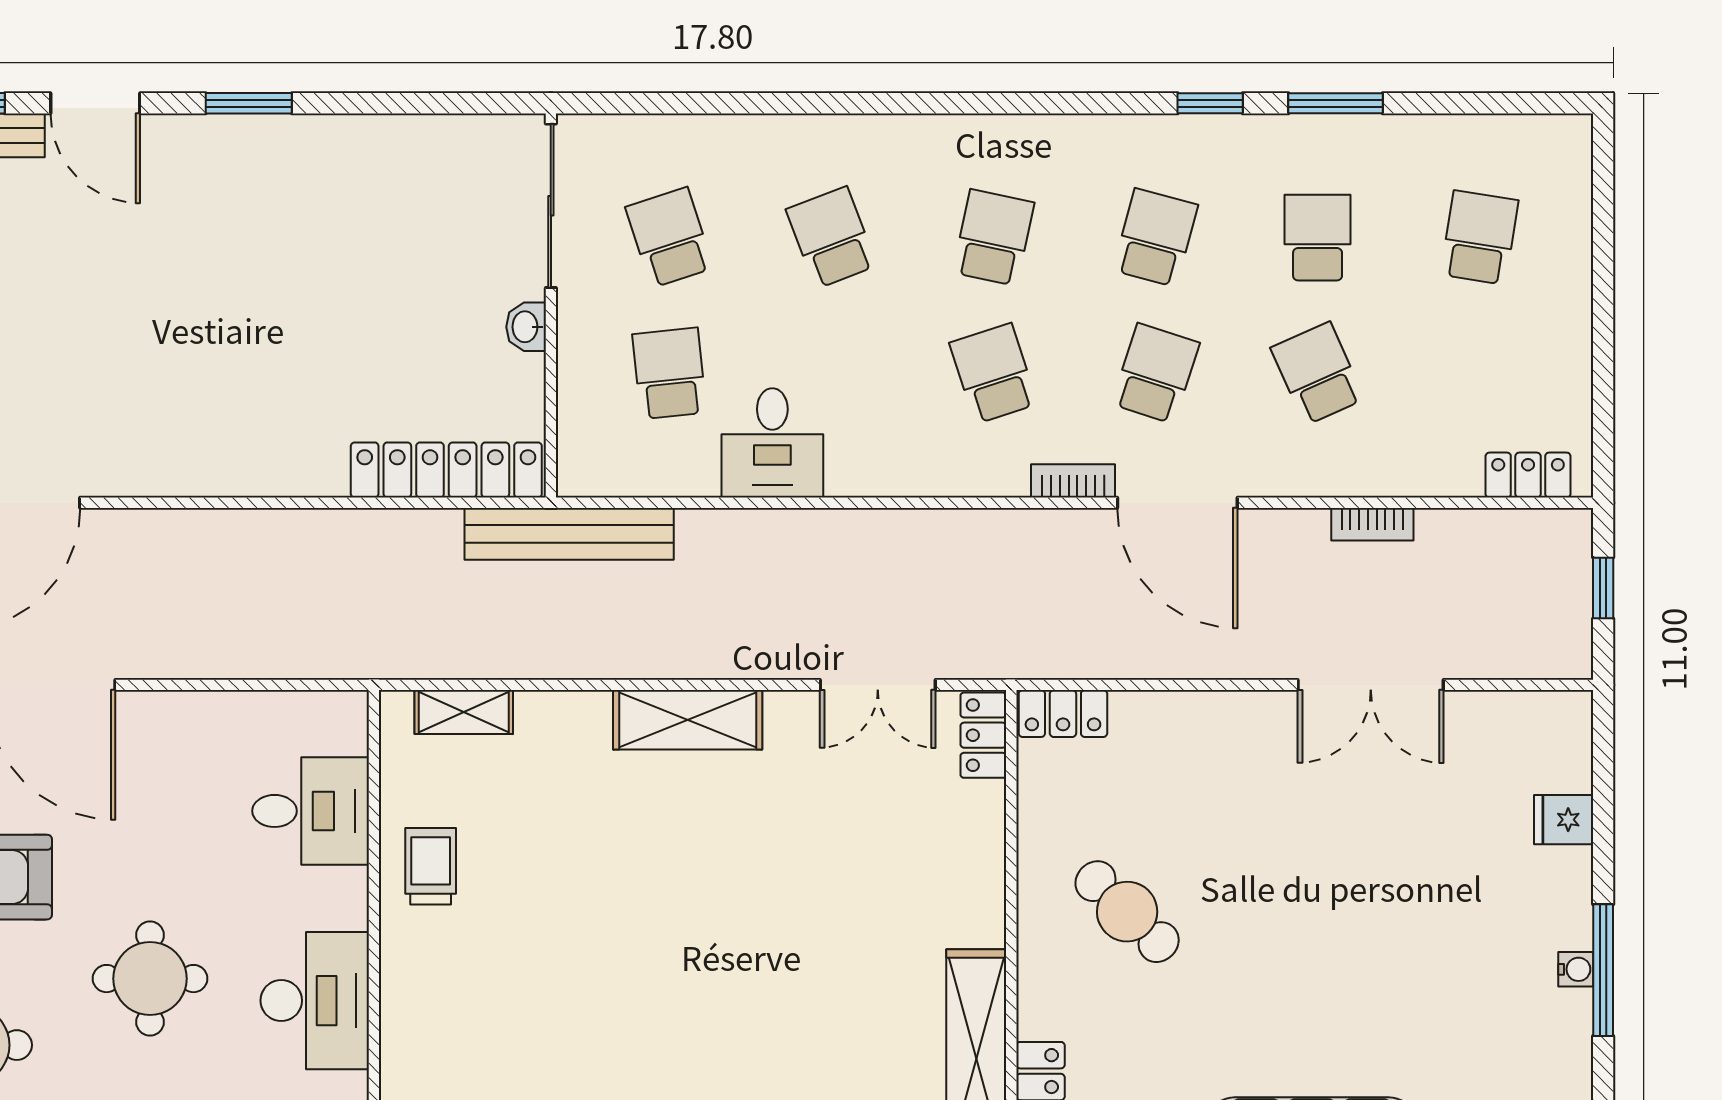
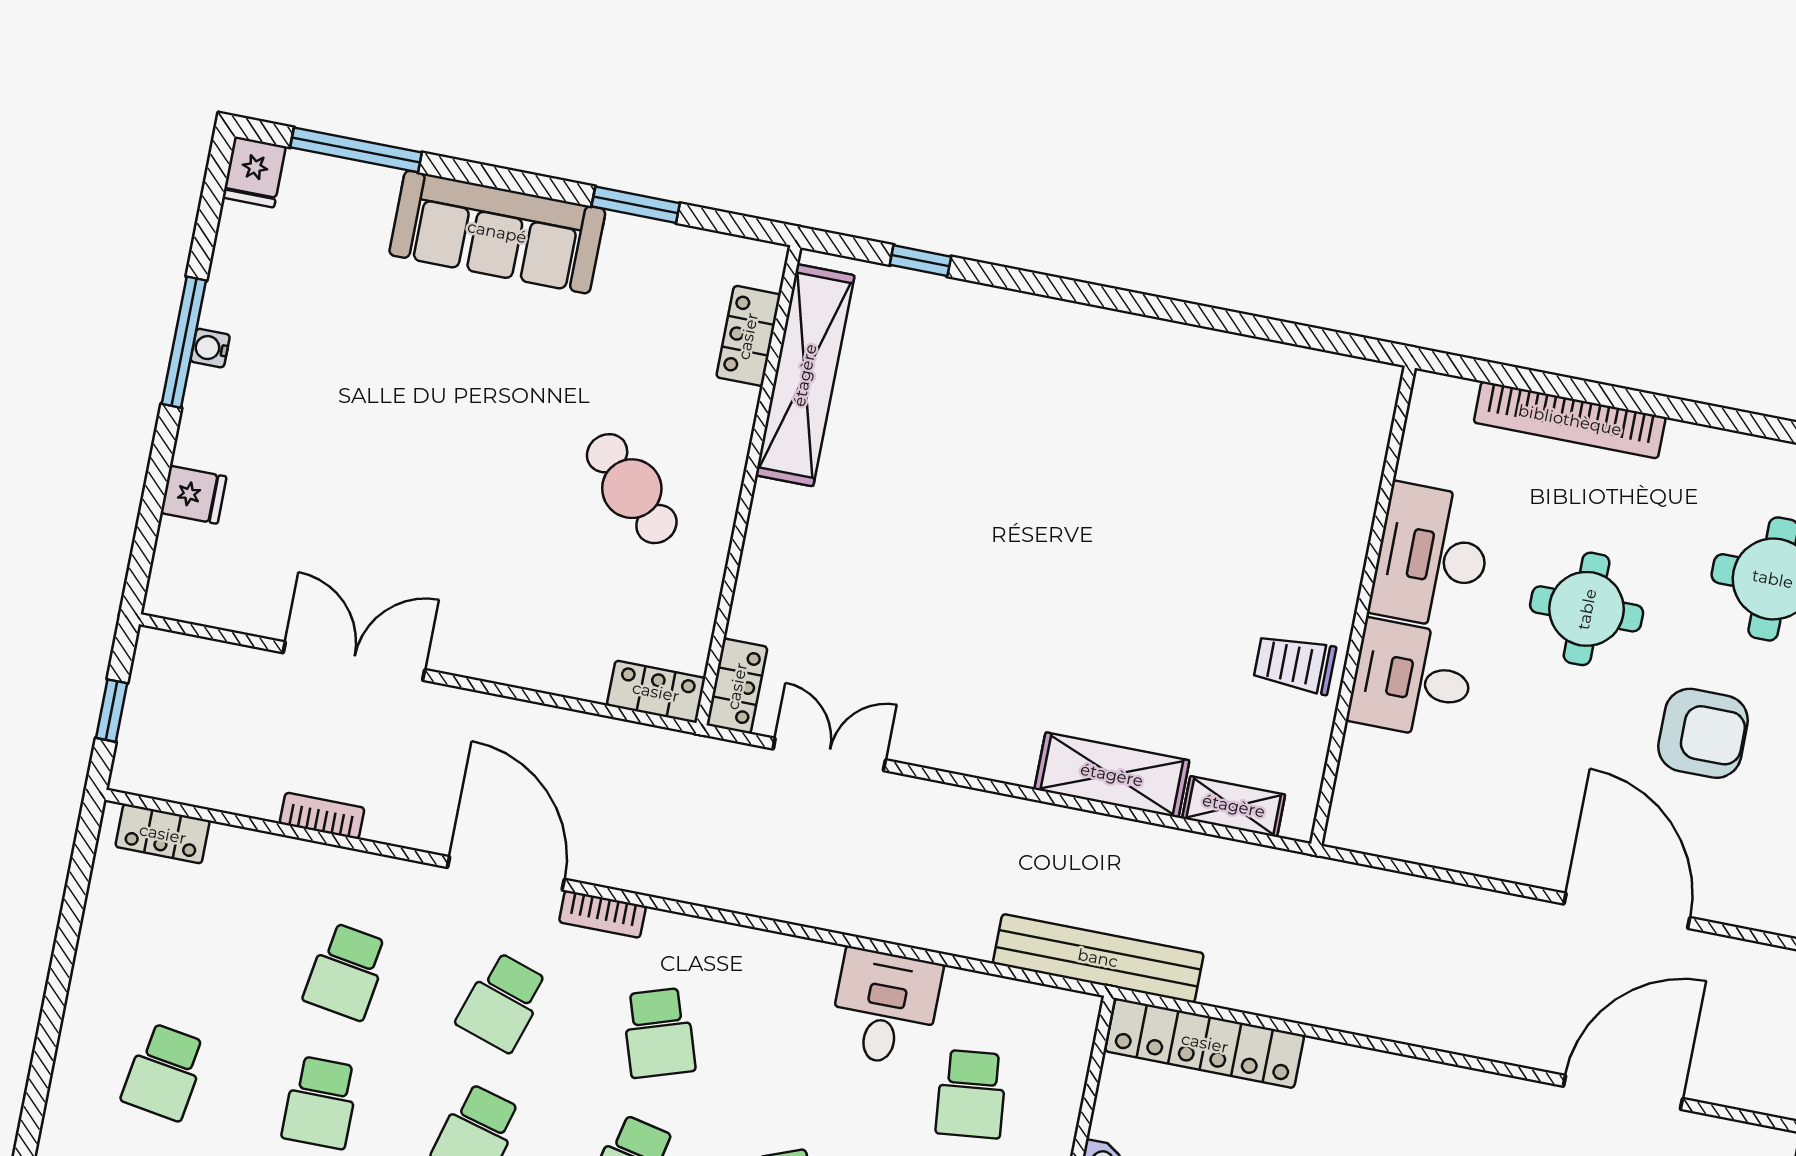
school desk: (1318, 373) -> (346, 971), turned 33
shelving: (688, 720) -> (1112, 775), moved
desk: (311, 811) -> (1412, 680), moved
trolley: (431, 866) -> (1295, 664), turned 90

